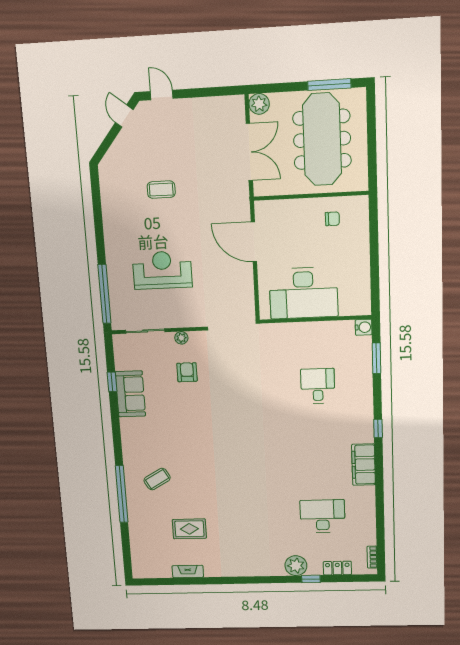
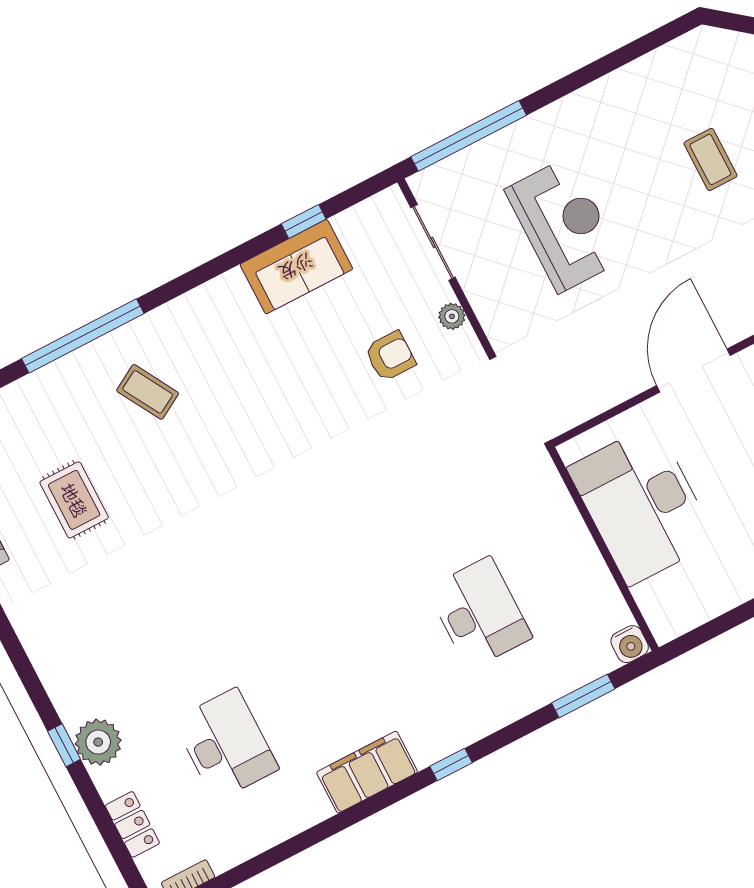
desk: (318, 386) -> (479, 613), width x1.37
window: (311, 579) -> (64, 745), moved

